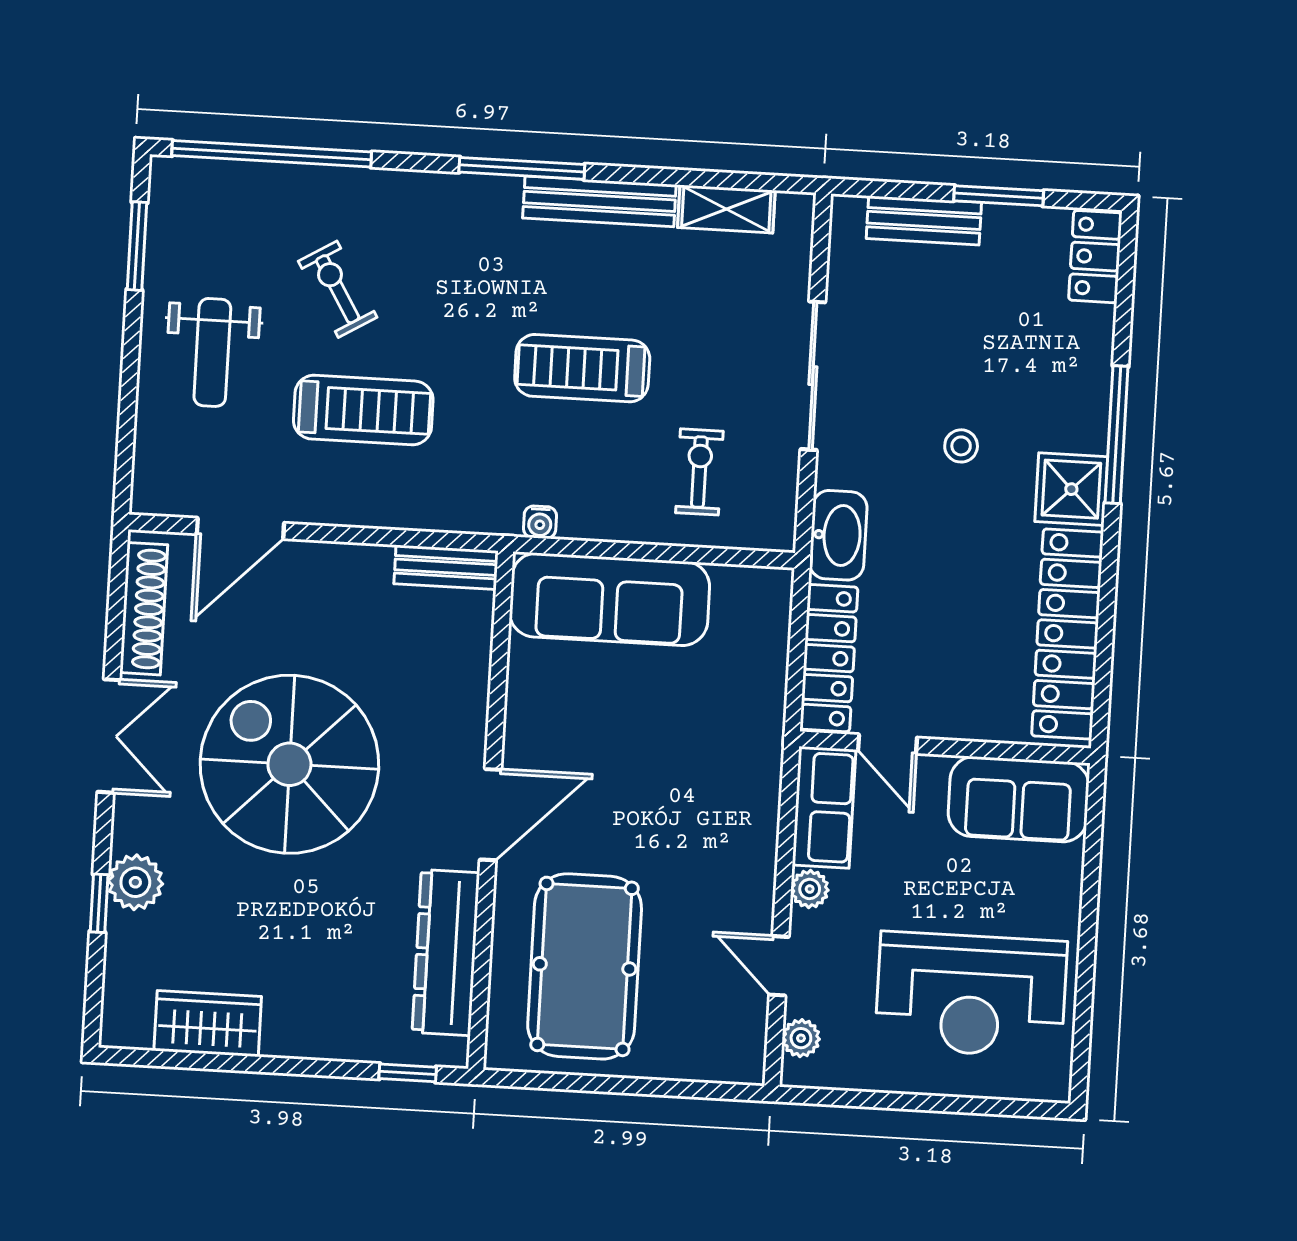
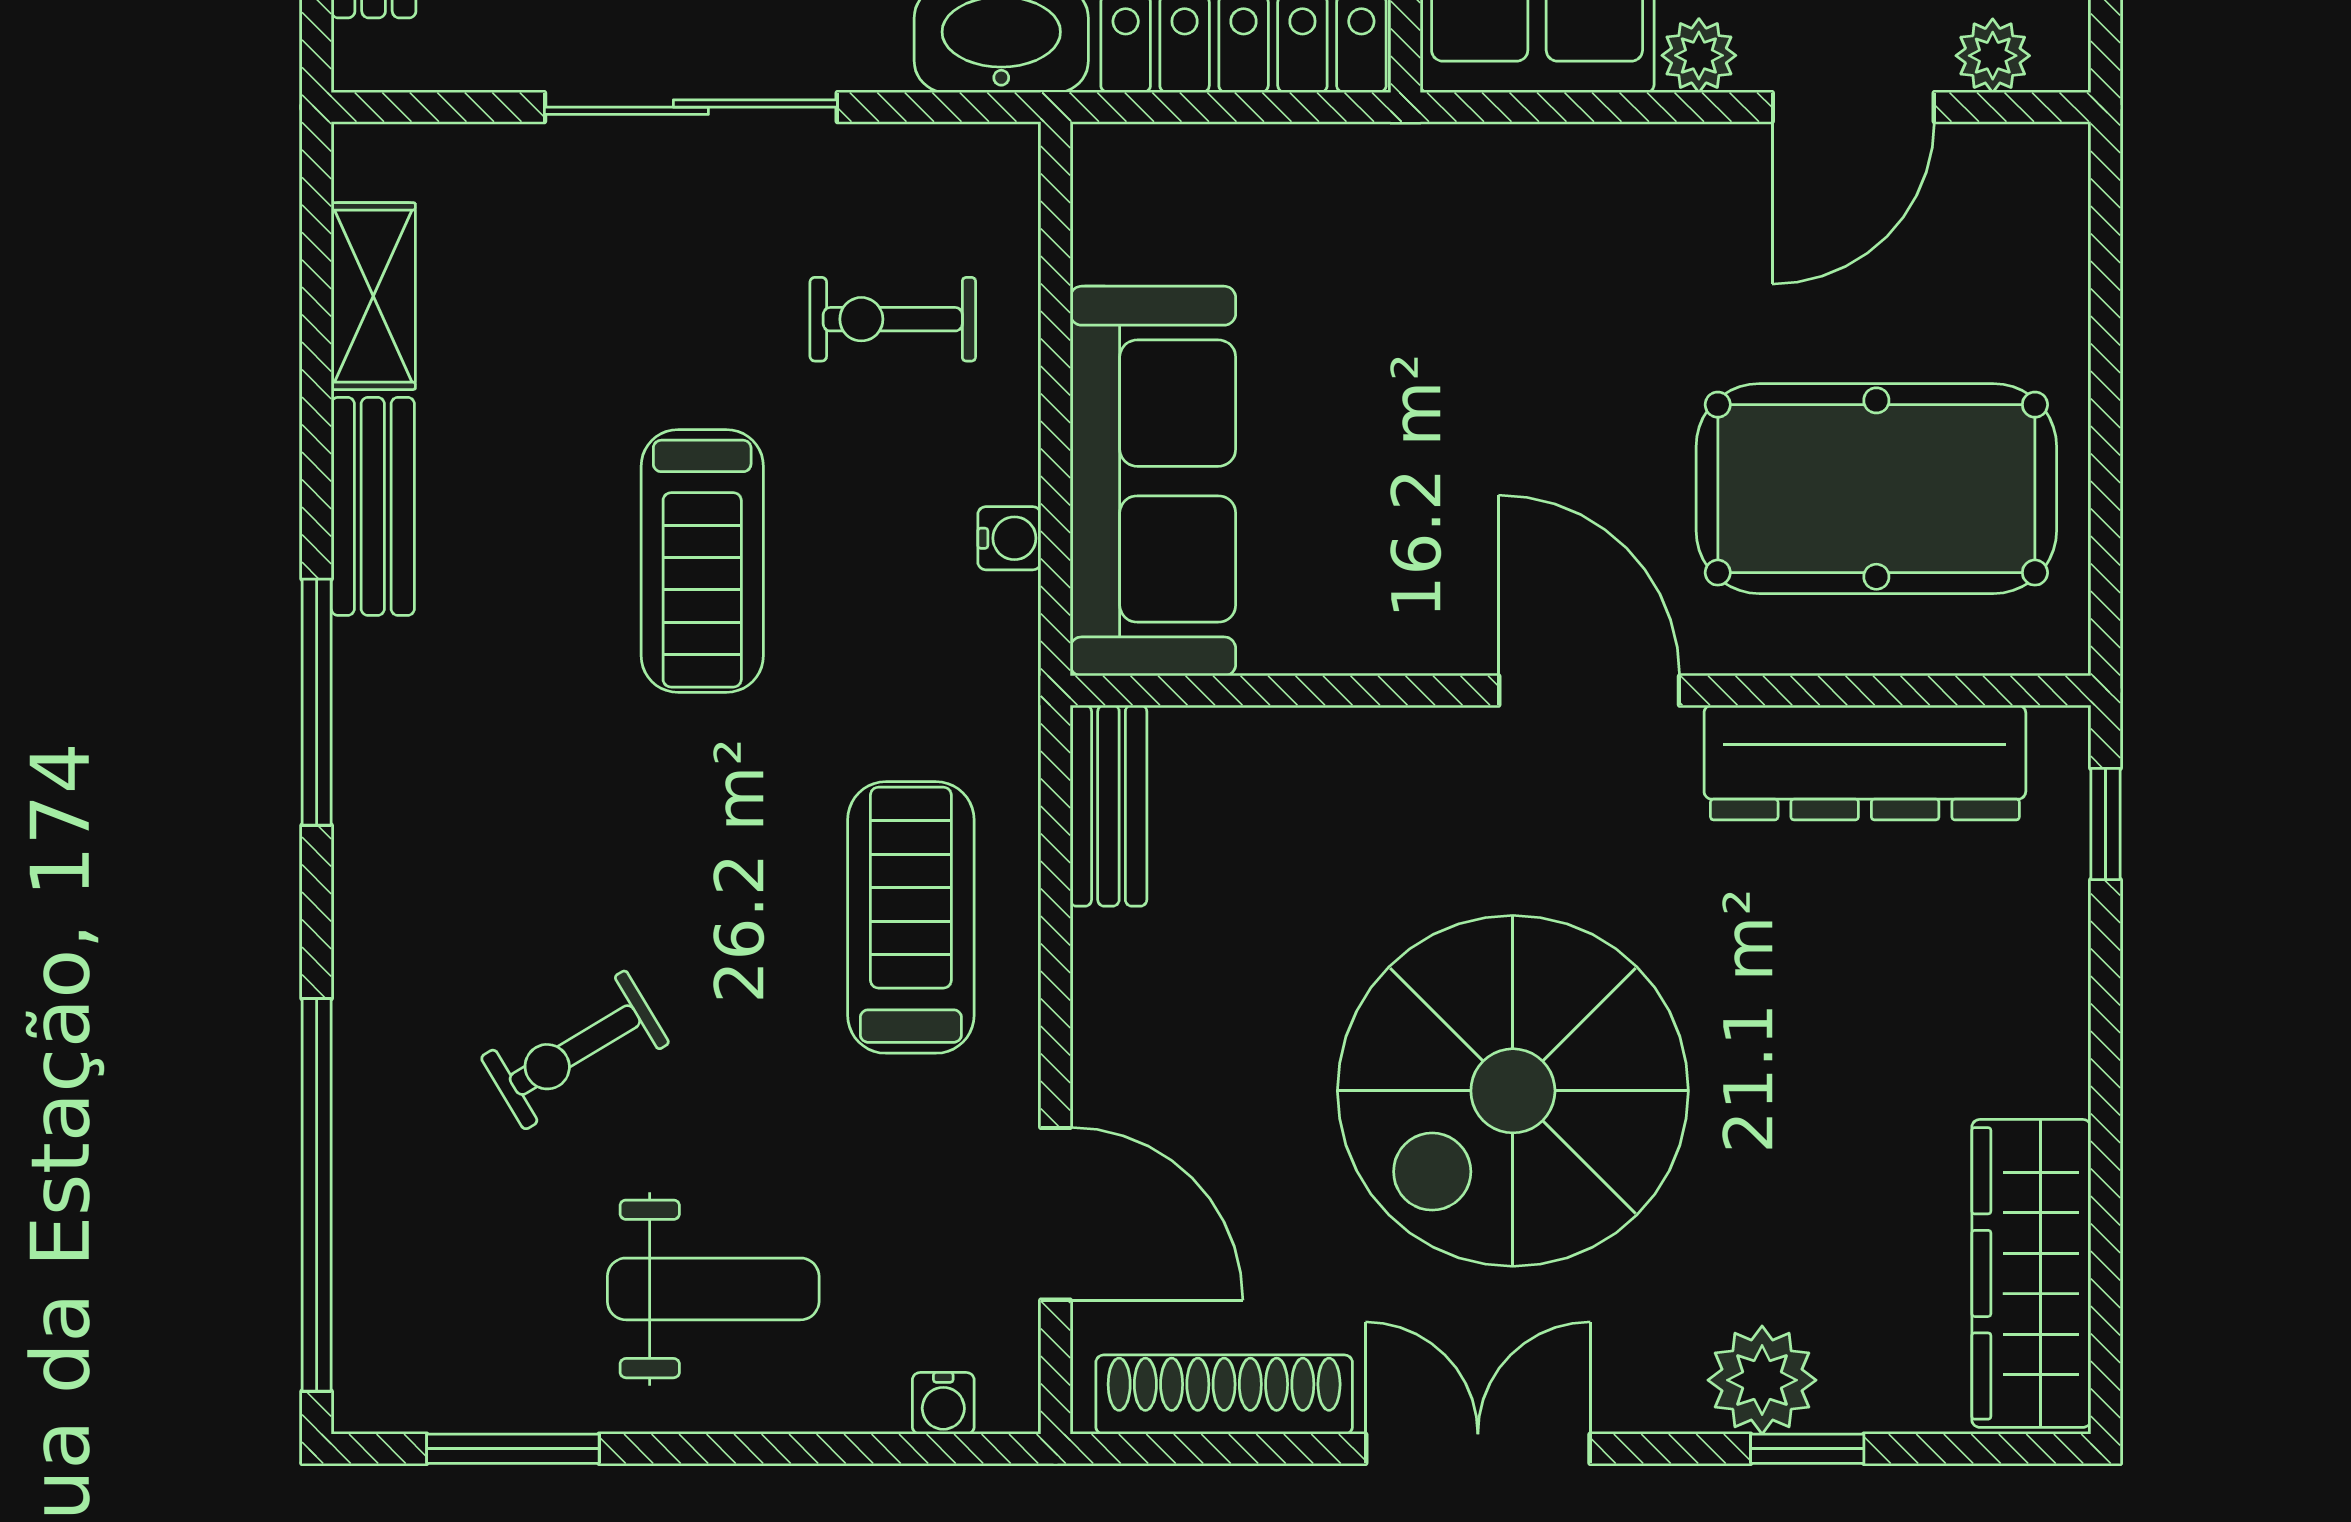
bench: (599, 201) -> (373, 506), width x0.73
treadmill: (363, 410) -> (911, 917), moved
water cooler: (147, 466) -> (943, 1403), added
water cooler: (540, 522) -> (1009, 538), moved
door: (779, 966) -> (1853, 107), width x1.38
wardrobe: (208, 1024) -> (2031, 1273), width x1.50

